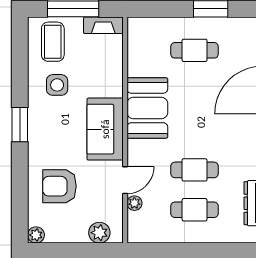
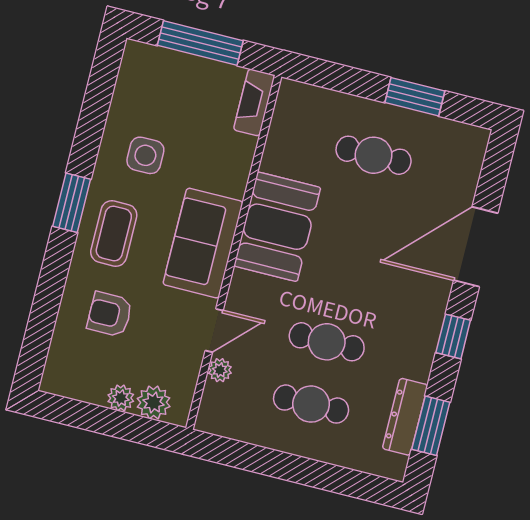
fireplace: (103, 25) -> (254, 102), moved, turned 90
coffee table: (53, 42) -> (114, 233), moved
armchair: (60, 186) -> (110, 314), width x0.72, depth x0.72
plant: (36, 235) -> (121, 398), moved

